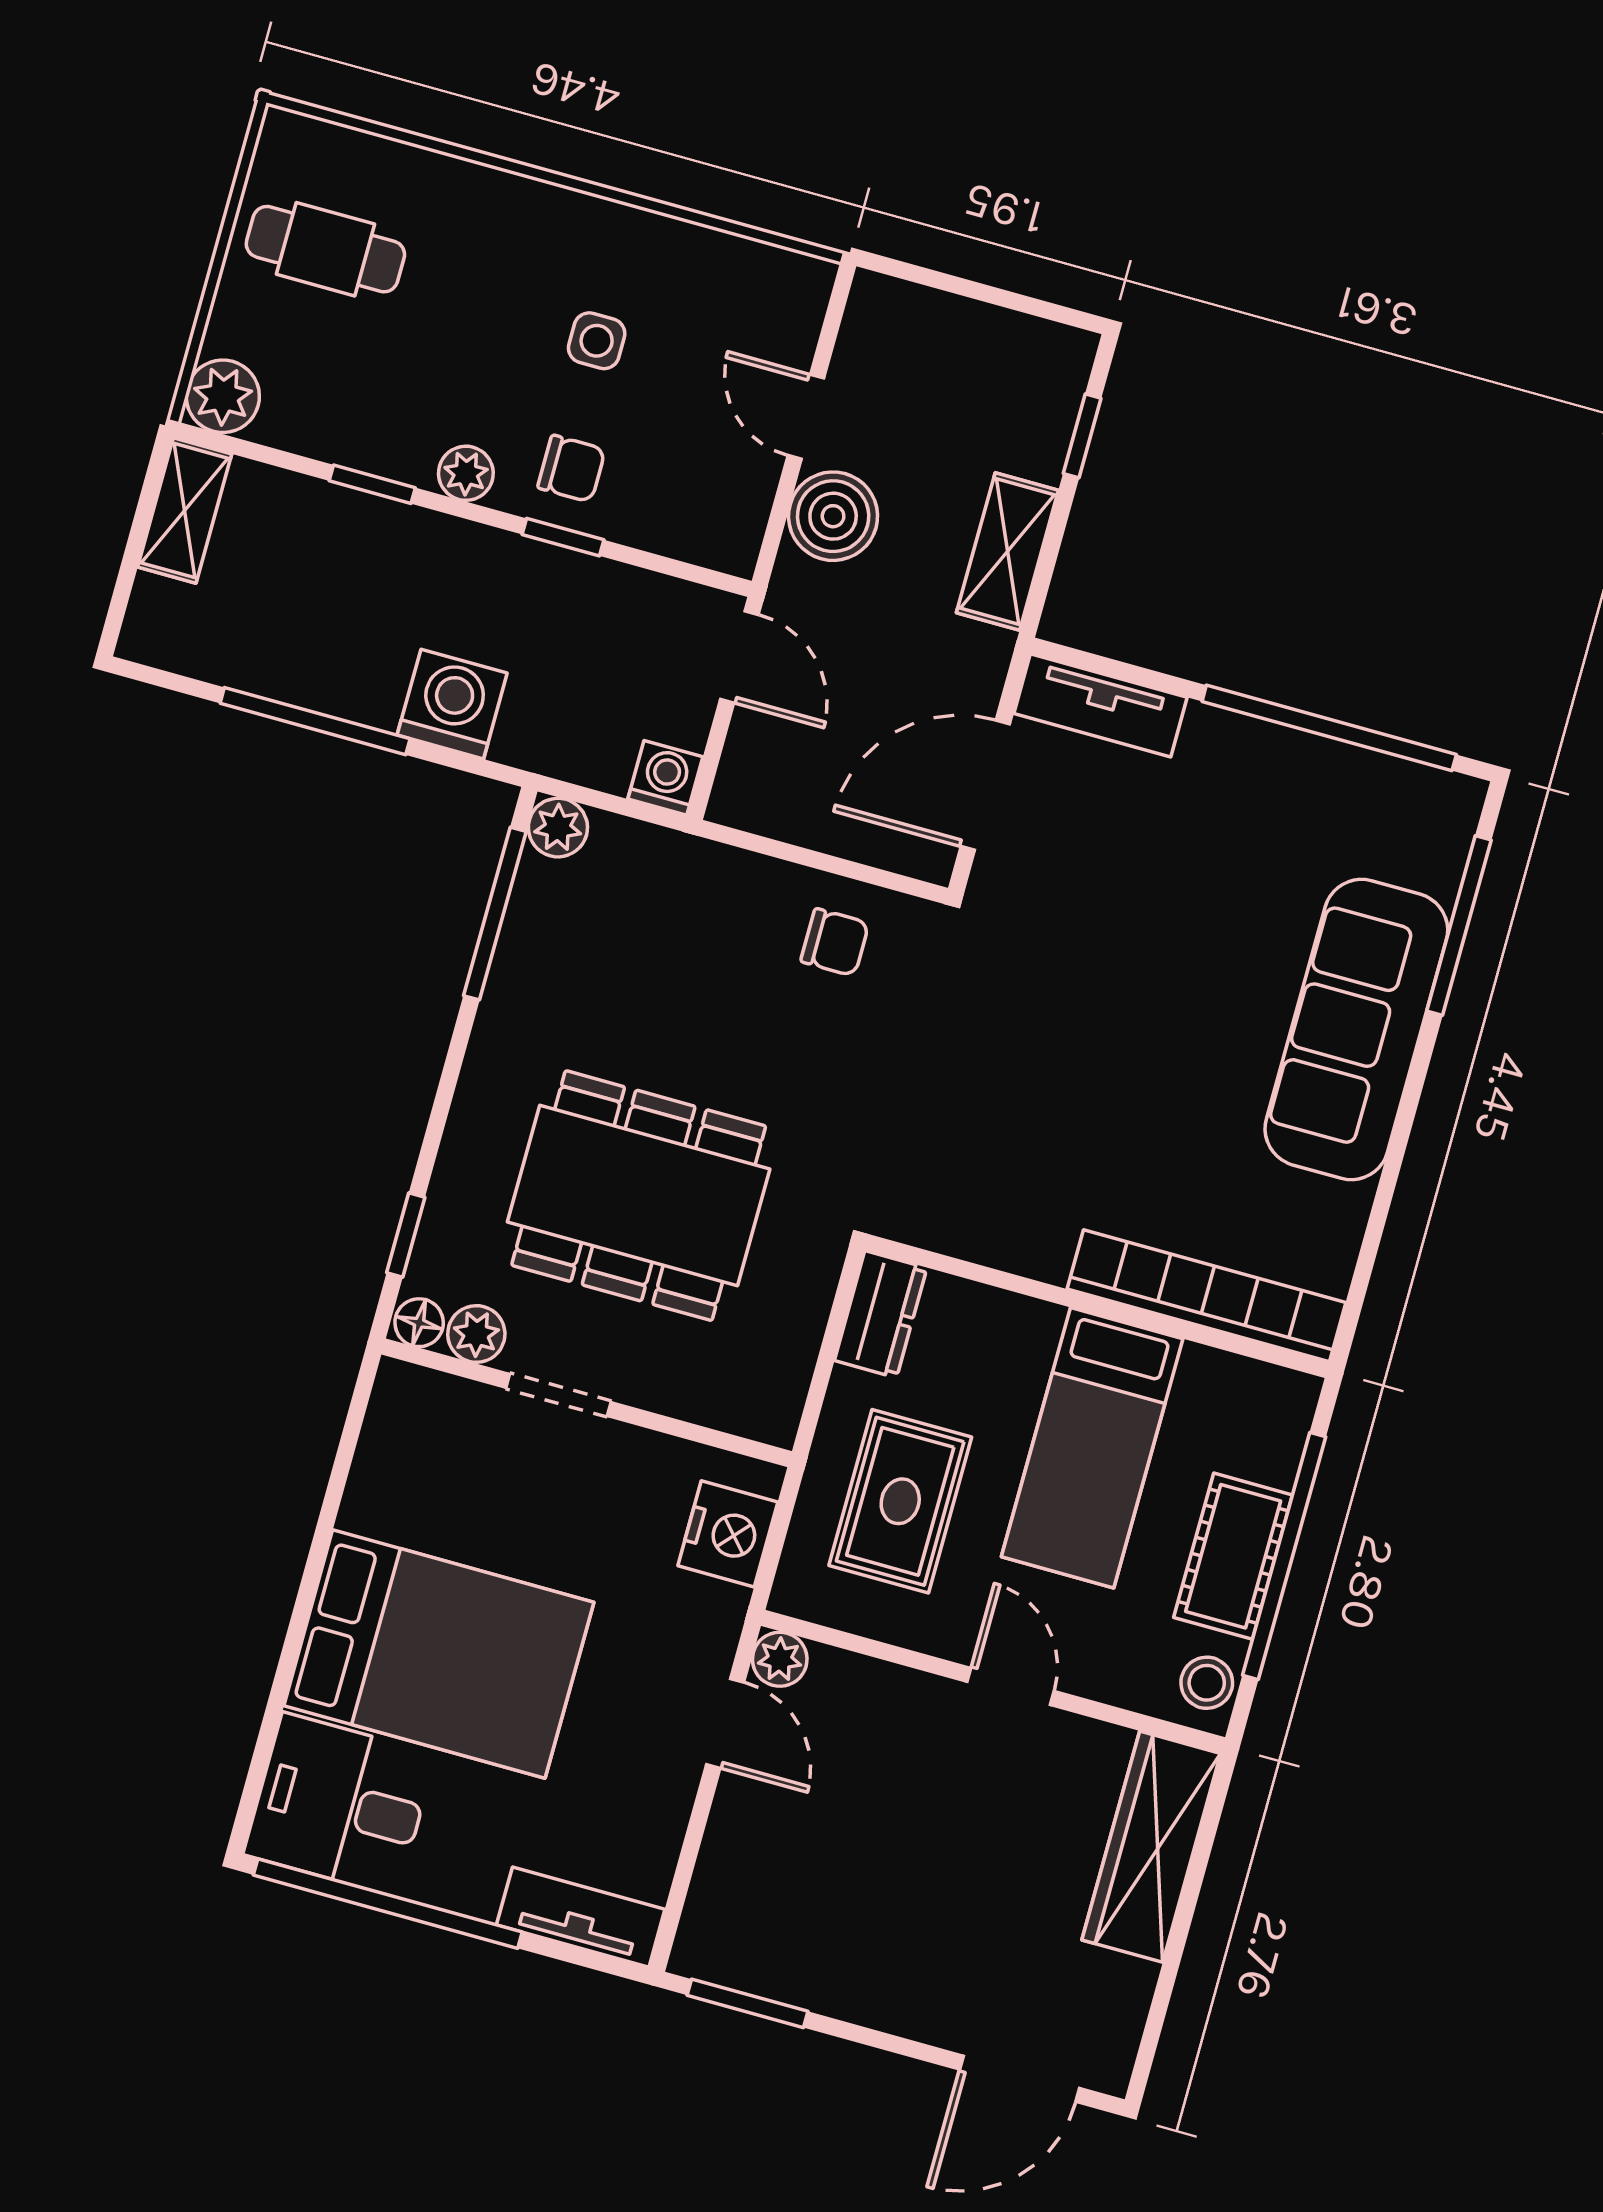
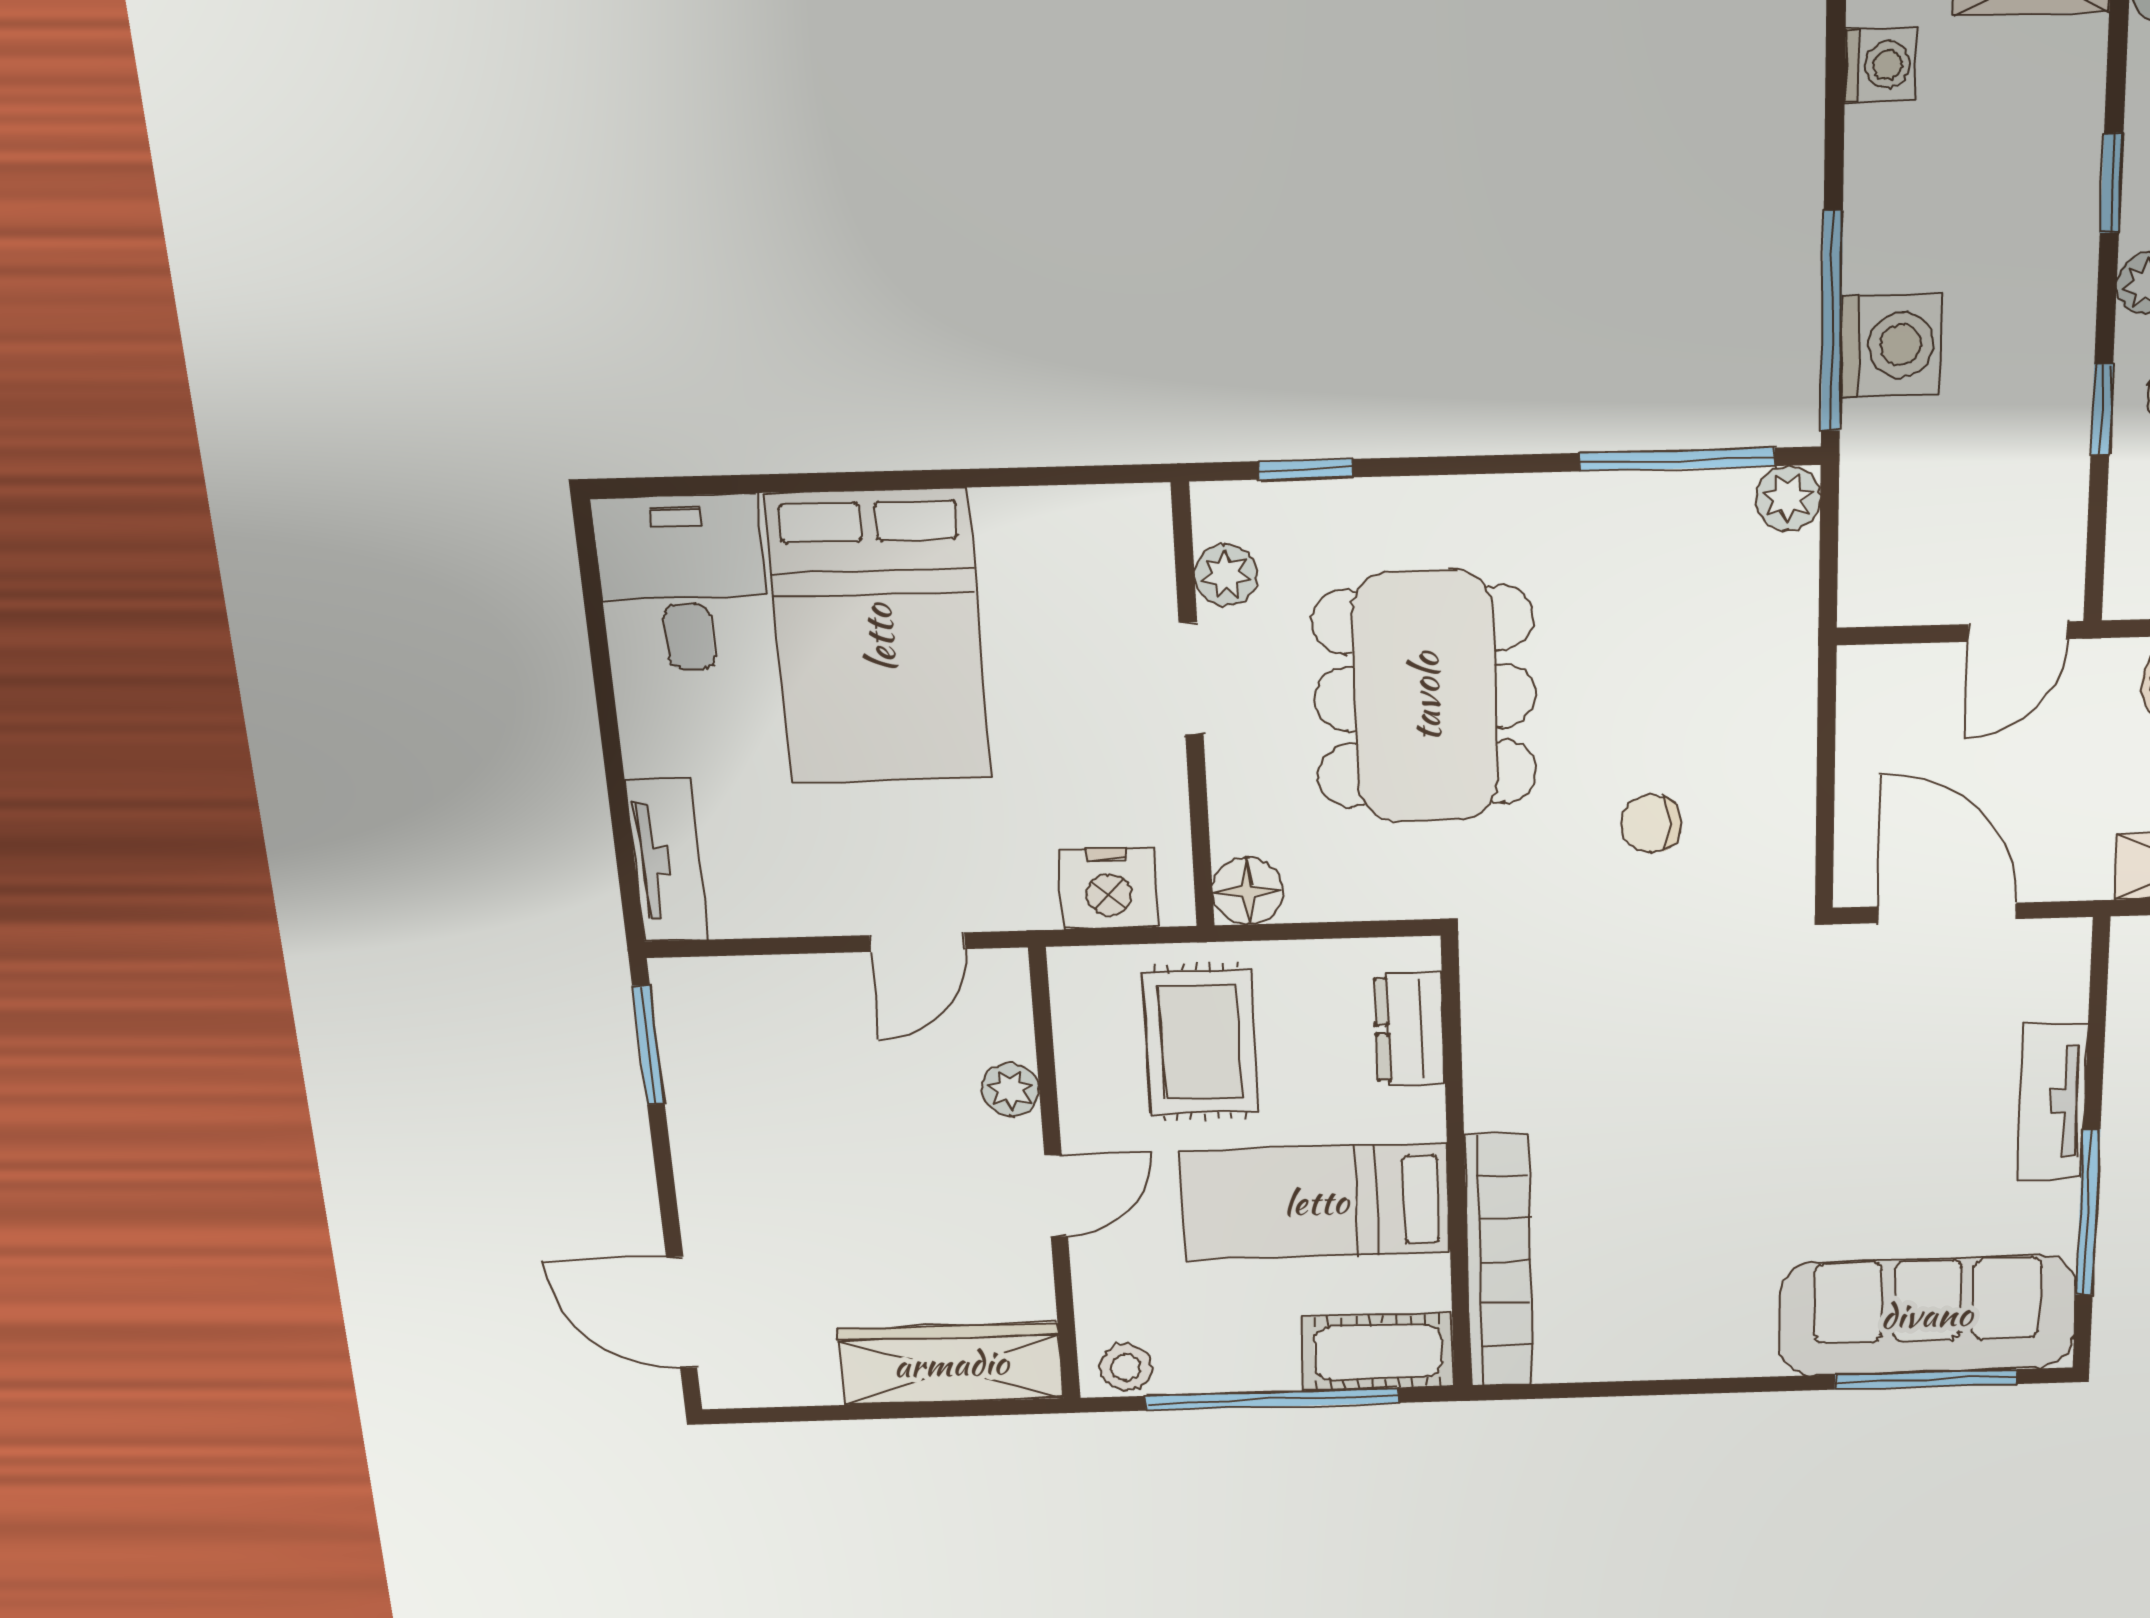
tv unit: (1100, 705) -> (2053, 1101), moved
window: (315, 721) -> (1832, 322), moved
window: (1329, 728) -> (2088, 1213), width x0.68
washing machine: (665, 778) -> (1880, 65), moved
chair: (835, 942) -> (1651, 824), moved, turned 90
sofa: (1356, 1029) -> (1927, 1315), moved
dresser: (881, 1314) -> (1410, 1029), moved, turned 90
floor lamp: (419, 1323) -> (1248, 891), moved, width x1.37, depth x1.37
rug: (900, 1501) -> (1201, 1042), turned 90
cot: (1233, 1556) -> (1378, 1352), moved
plant: (780, 1659) -> (1011, 1090), moved
window: (388, 1904) -> (601, 664), removed

